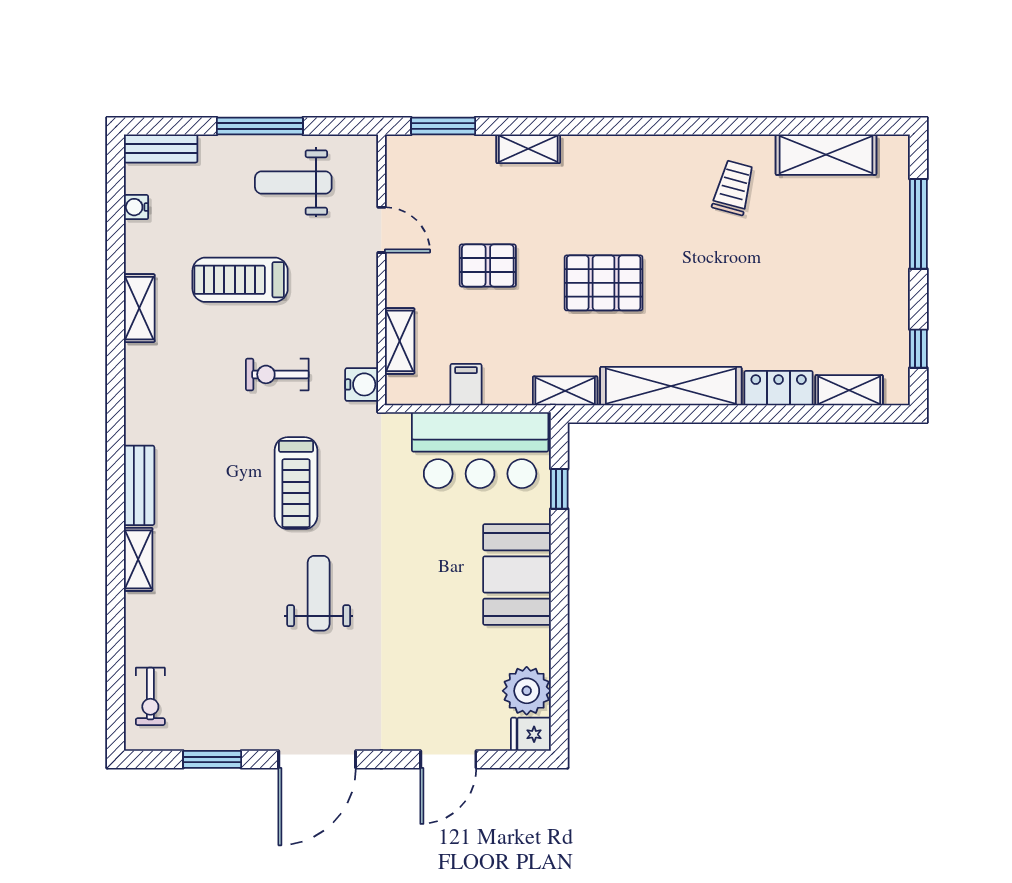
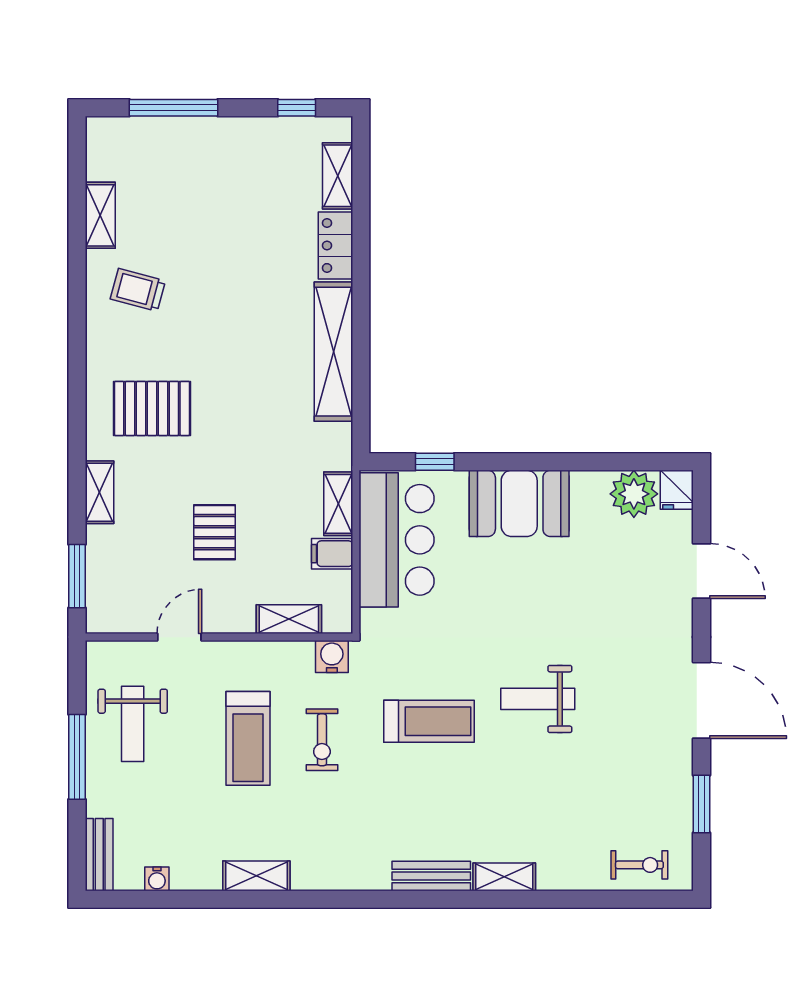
shelving: (826, 155) -> (100, 215), width x0.67, depth x0.75
treadmill: (240, 280) -> (248, 738), moved
pallet: (604, 283) -> (152, 408), moved, turned 90
shelving: (565, 391) -> (338, 504), moved

